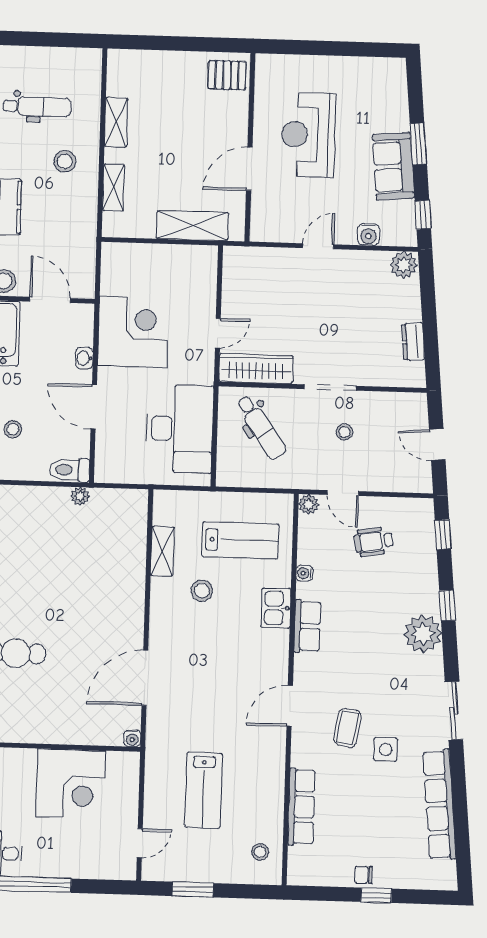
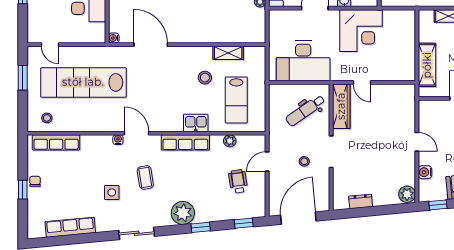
door: (437, 444) -> (298, 218), width x1.88
plant: (309, 504) -> (230, 141), moved
water cooler: (304, 573) -> (118, 140), moved
row of seats: (307, 626) -> (185, 142), width x1.48
coffee table: (347, 728) -> (145, 177), moved, turned 72
lab bench: (204, 790) -> (83, 82), width x1.86, depth x1.39
row of seats: (440, 805) -> (70, 227), width x0.73
row of seats: (302, 807) -> (56, 142), moved

